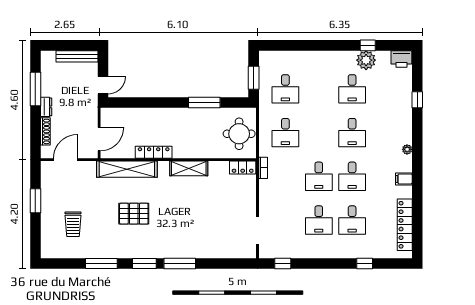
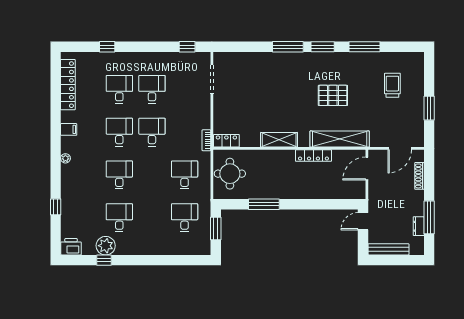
dresser: (46, 107) -> (419, 226), moved

